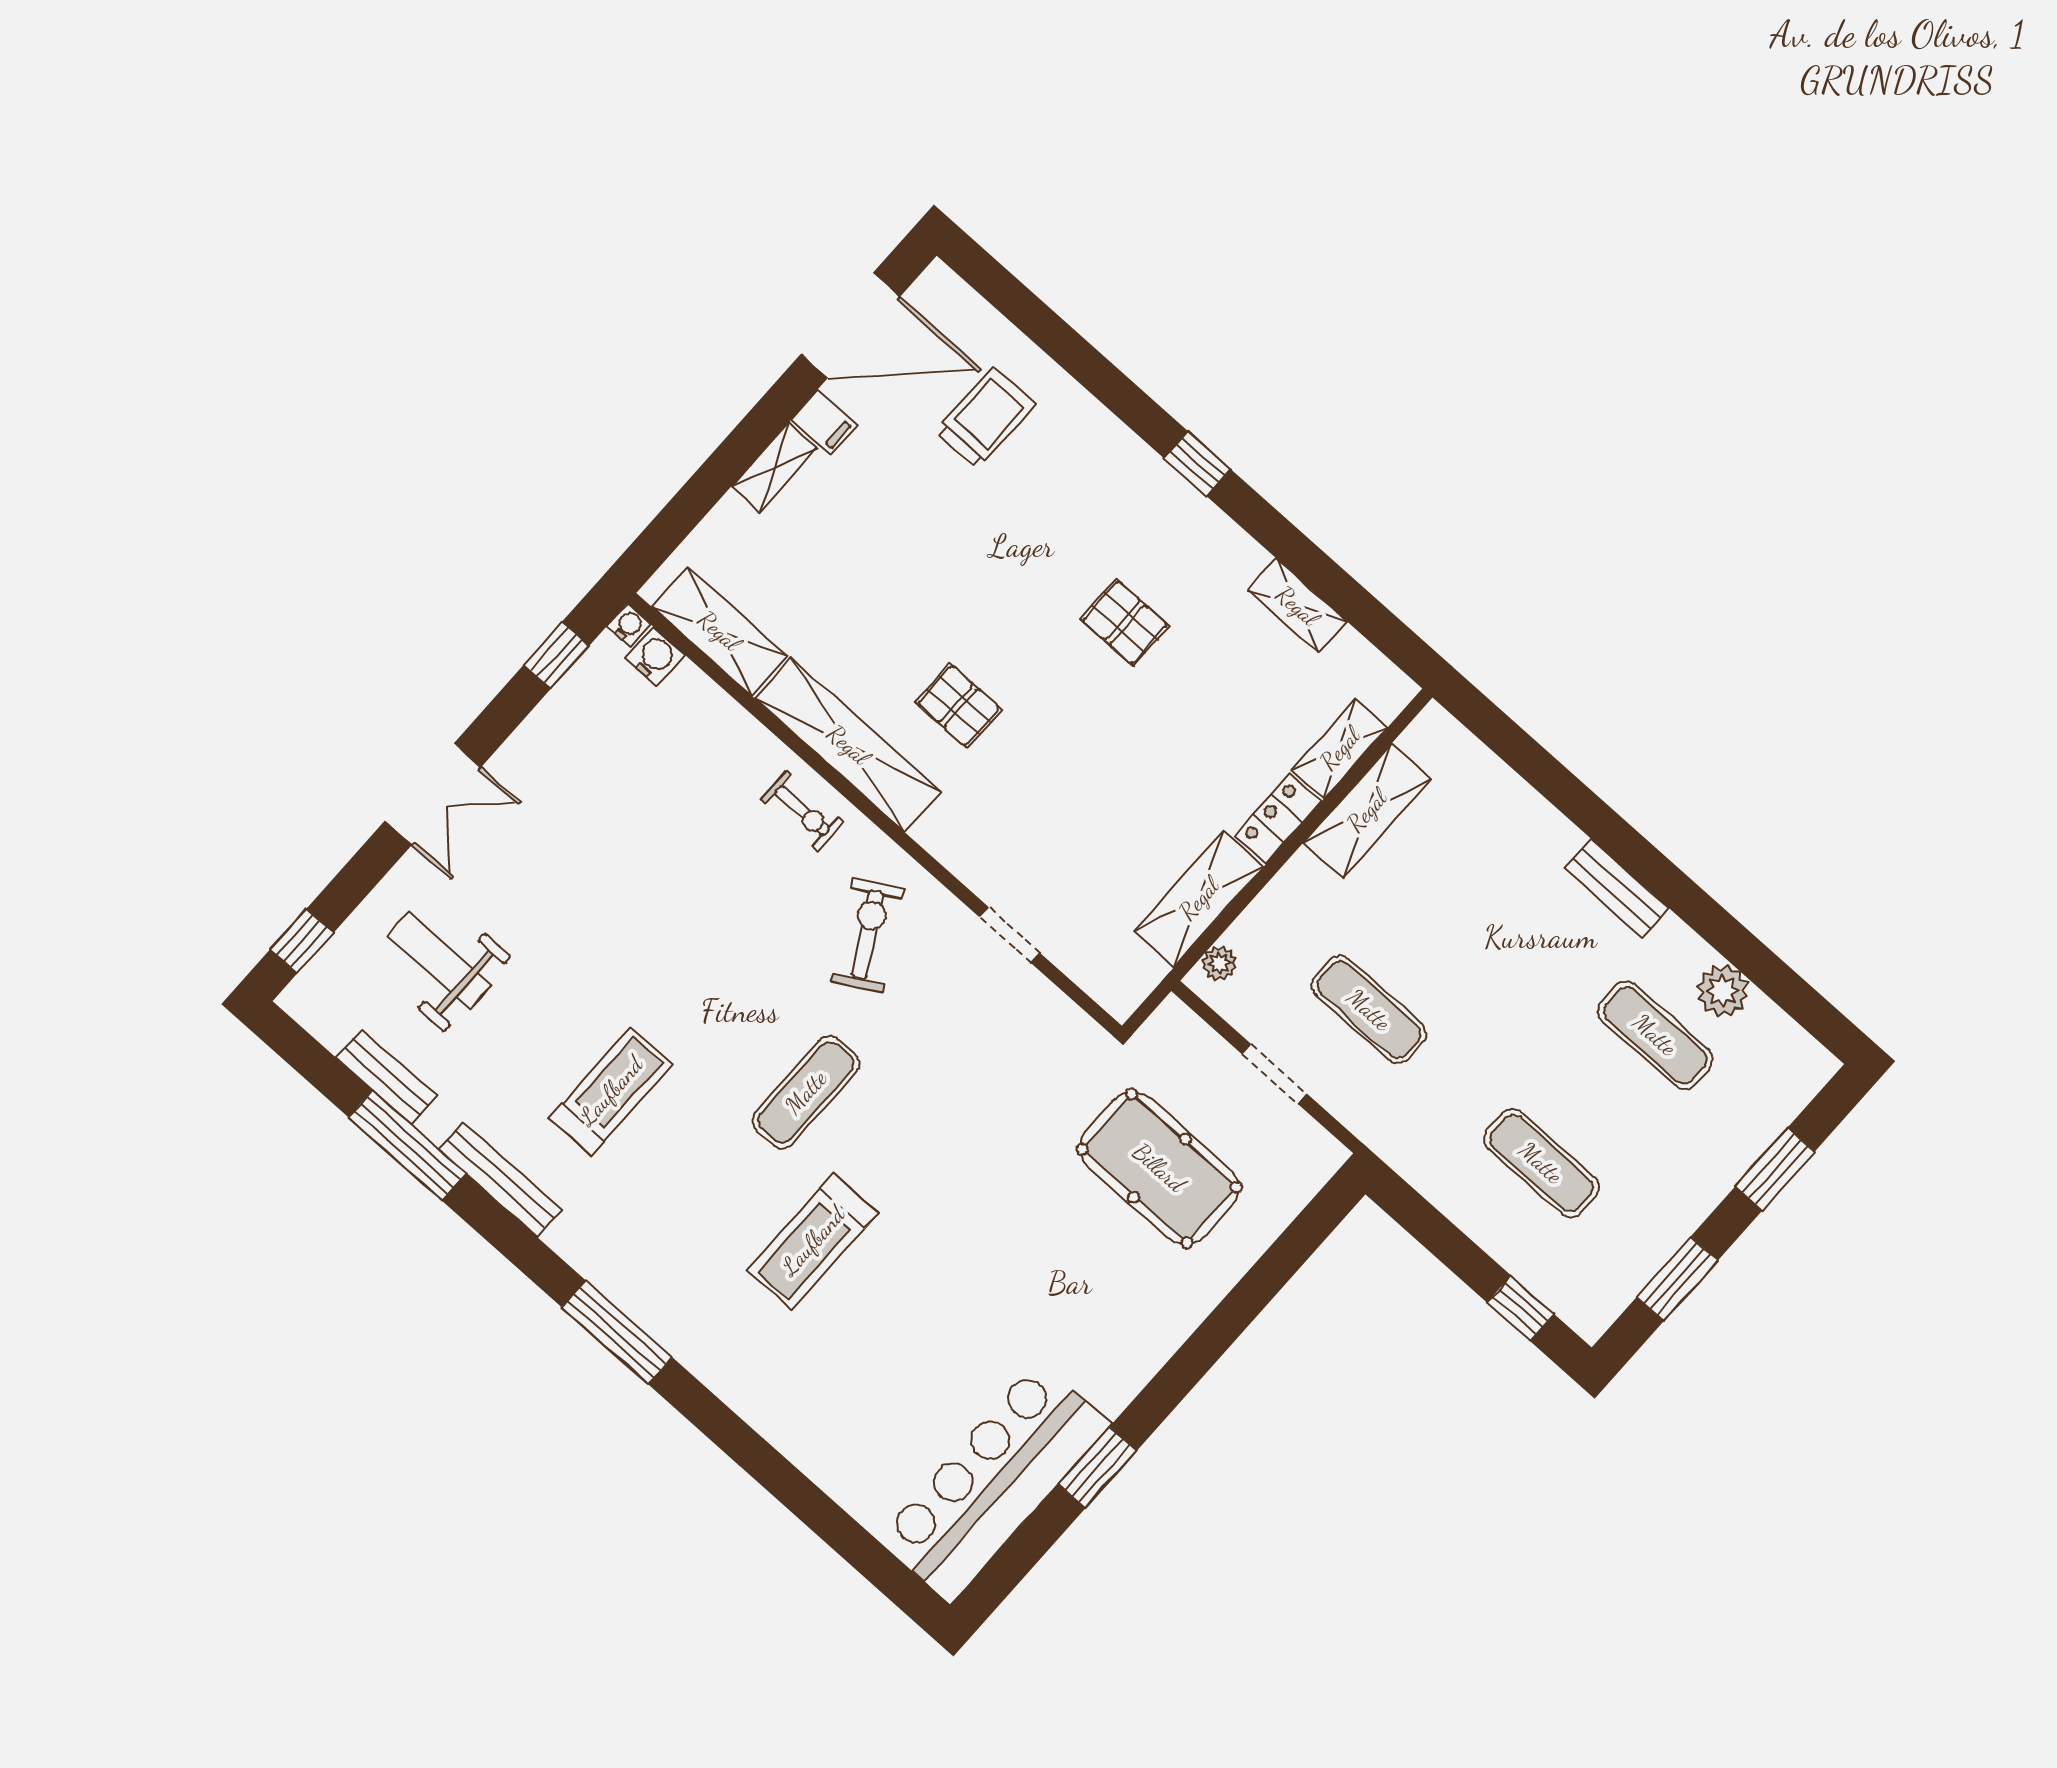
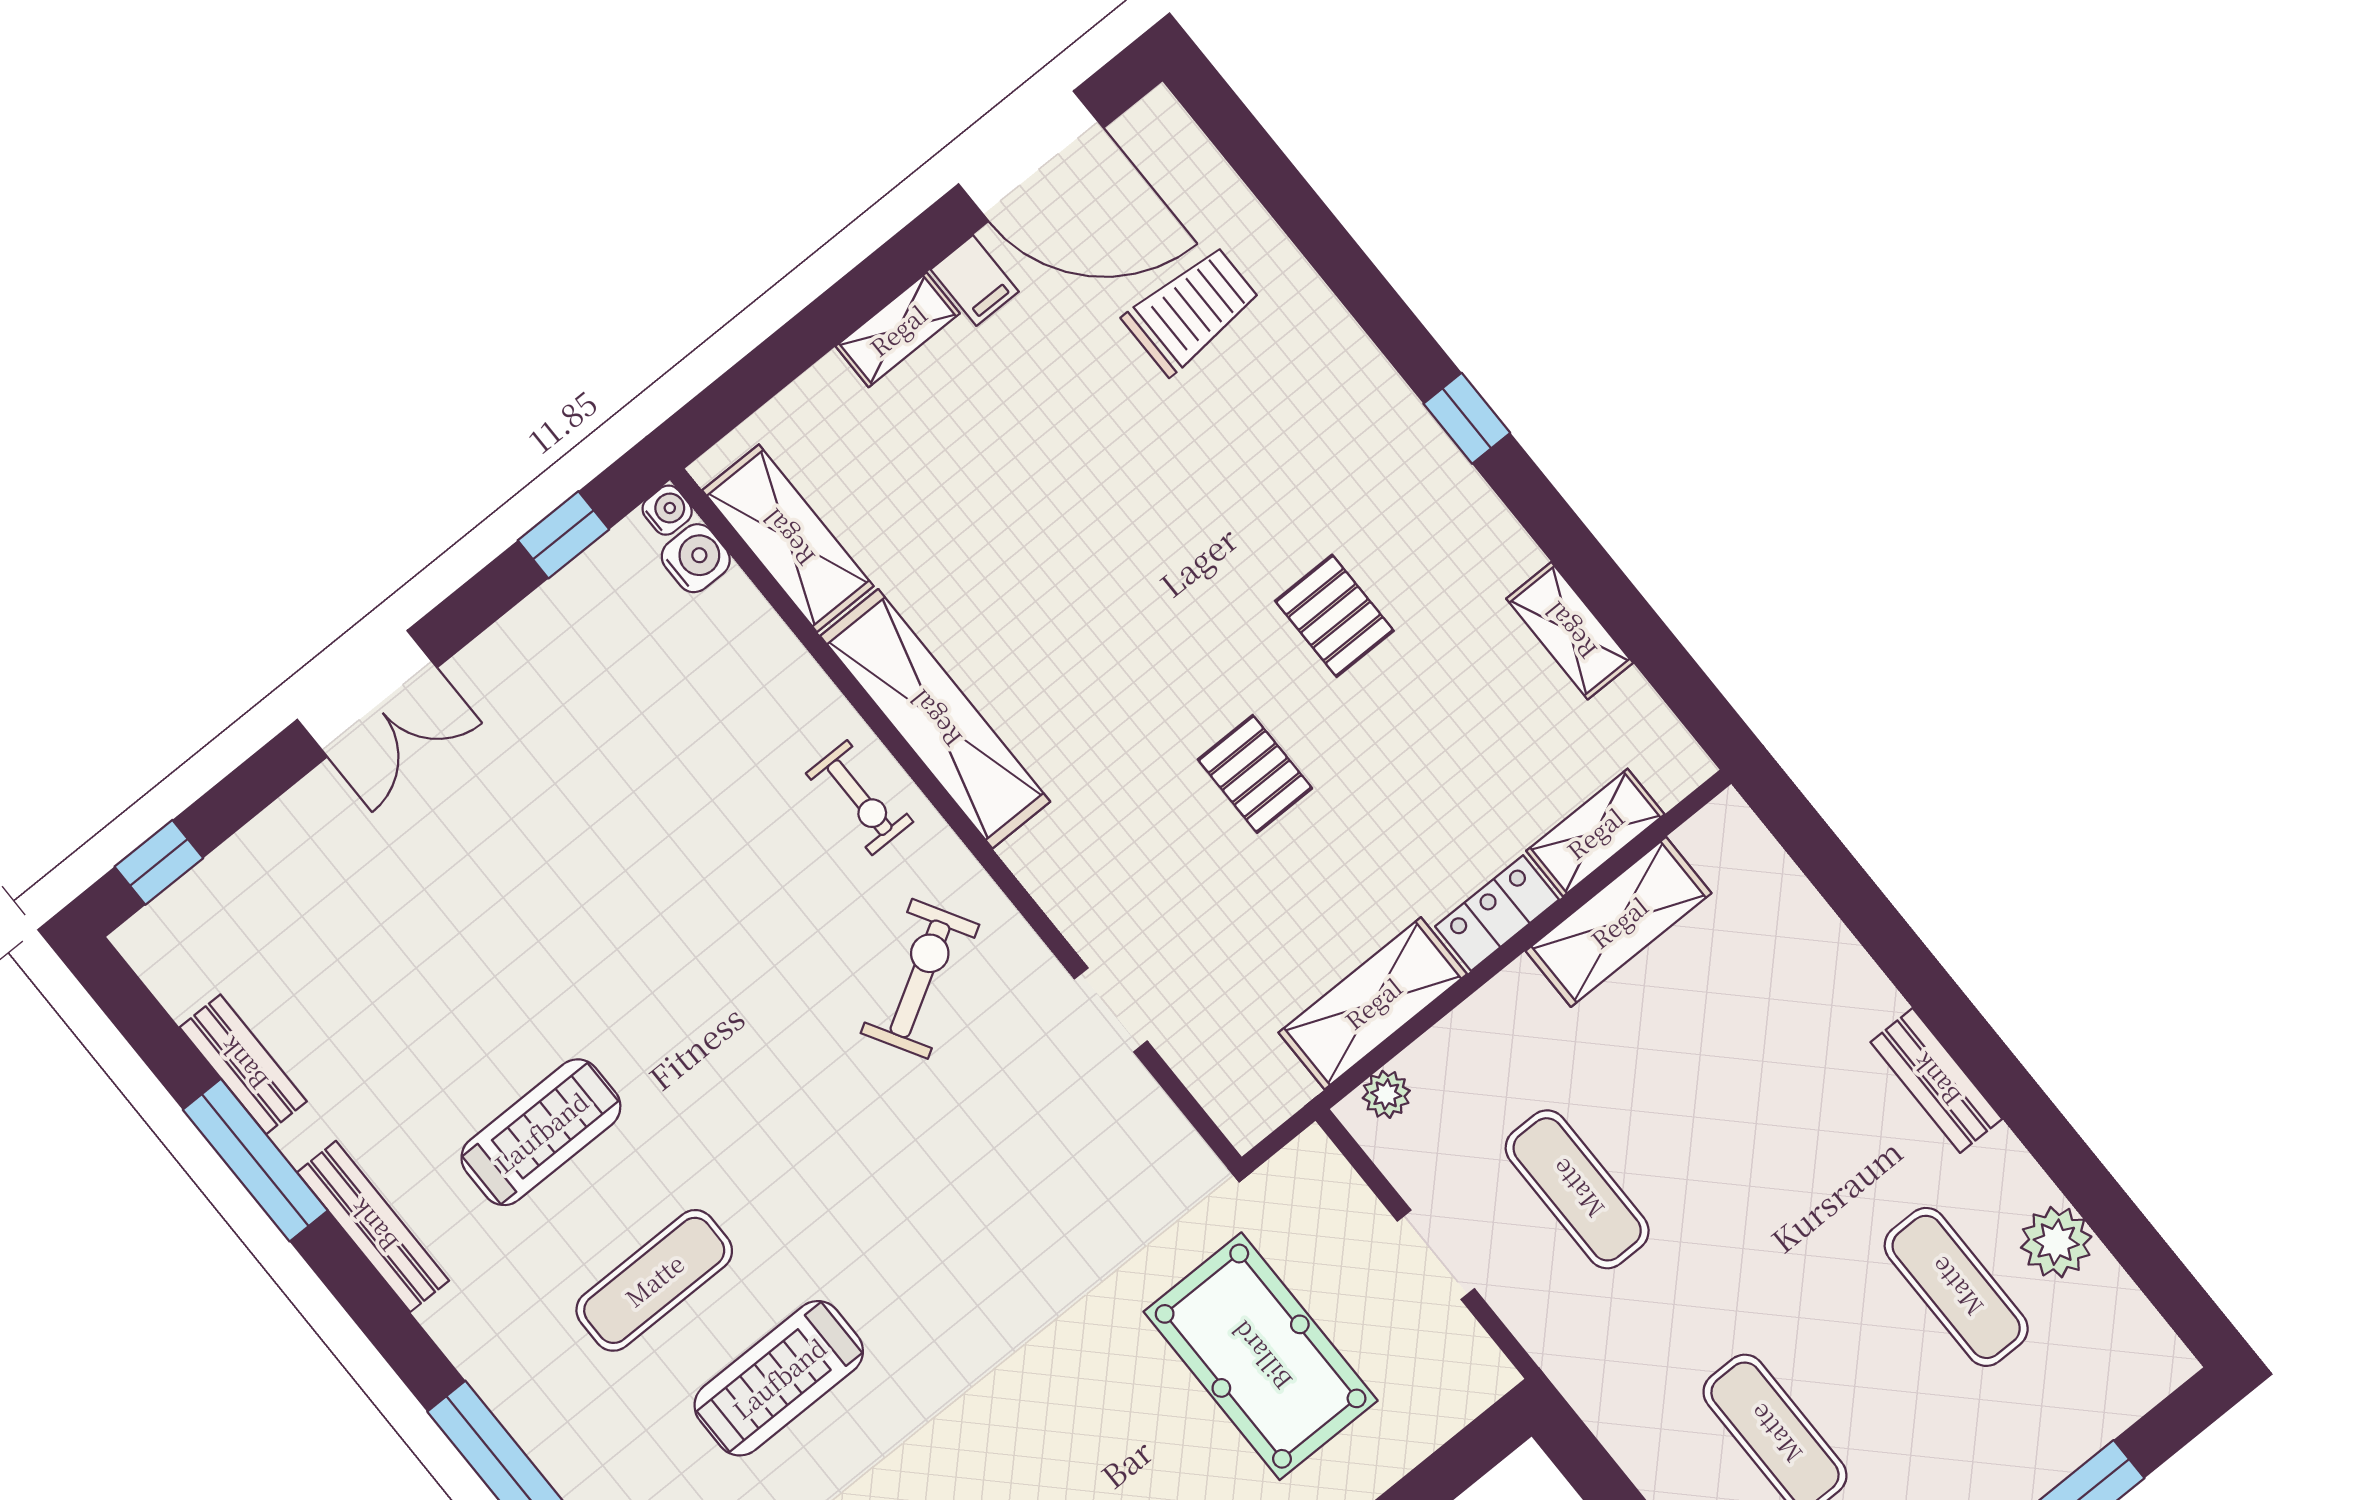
pallet: (959, 706) -> (1255, 774), moved
weight bench: (440, 960) -> (339, 919), removed
exercise mat: (806, 1092) -> (654, 1280), moved

